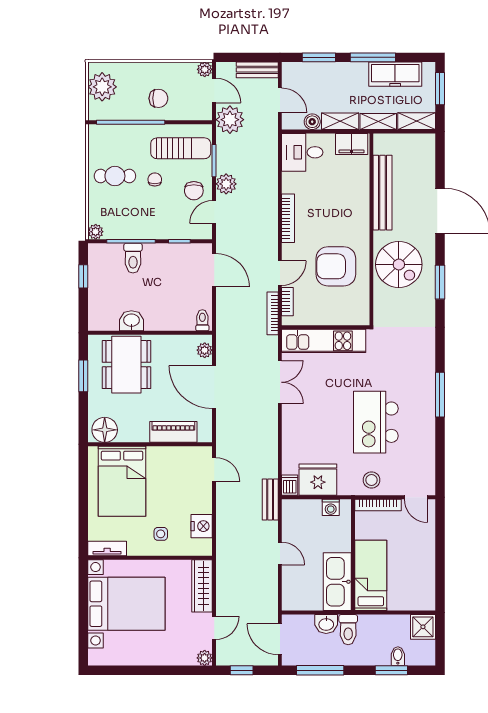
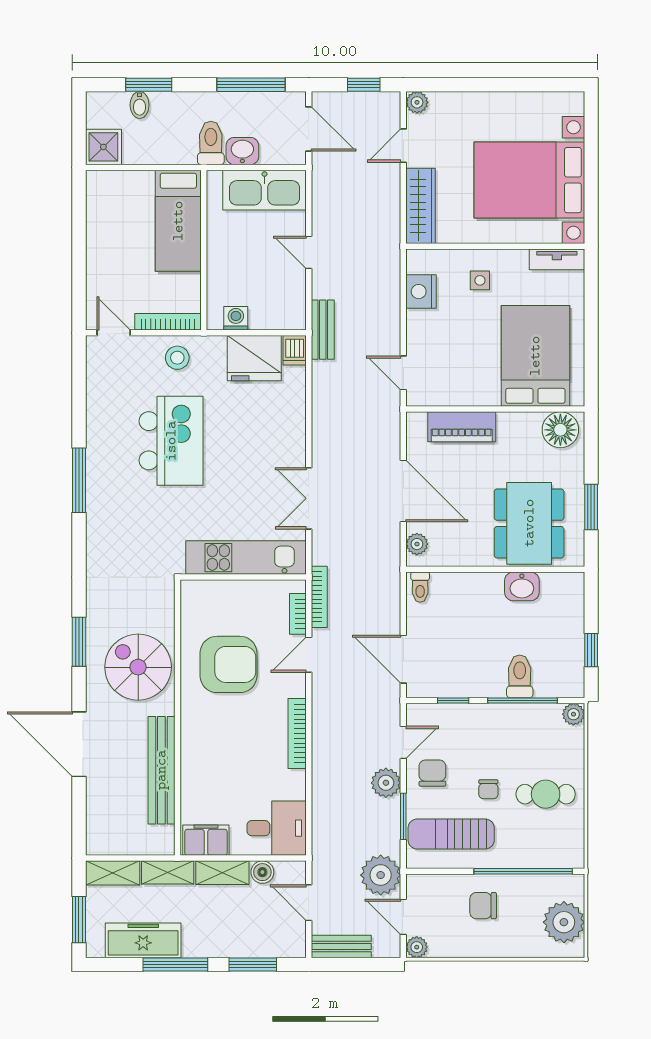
kitchen sink: (337, 582) -> (265, 190), moved, turned 90

